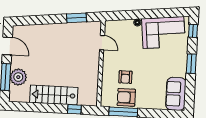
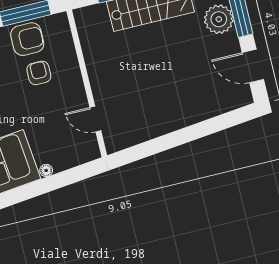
window: (76, 18) -> (151, 148), removed

